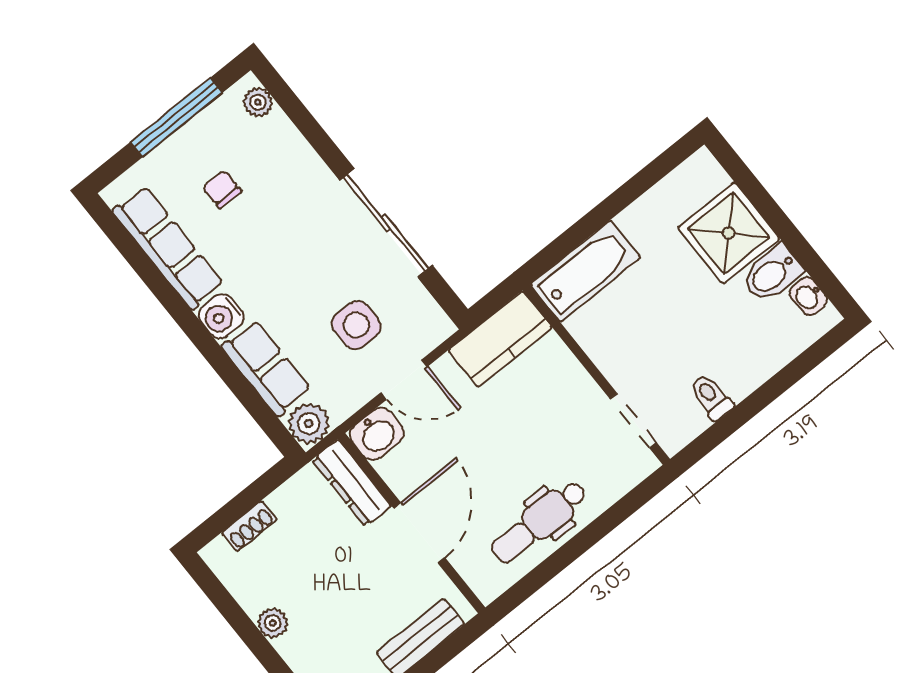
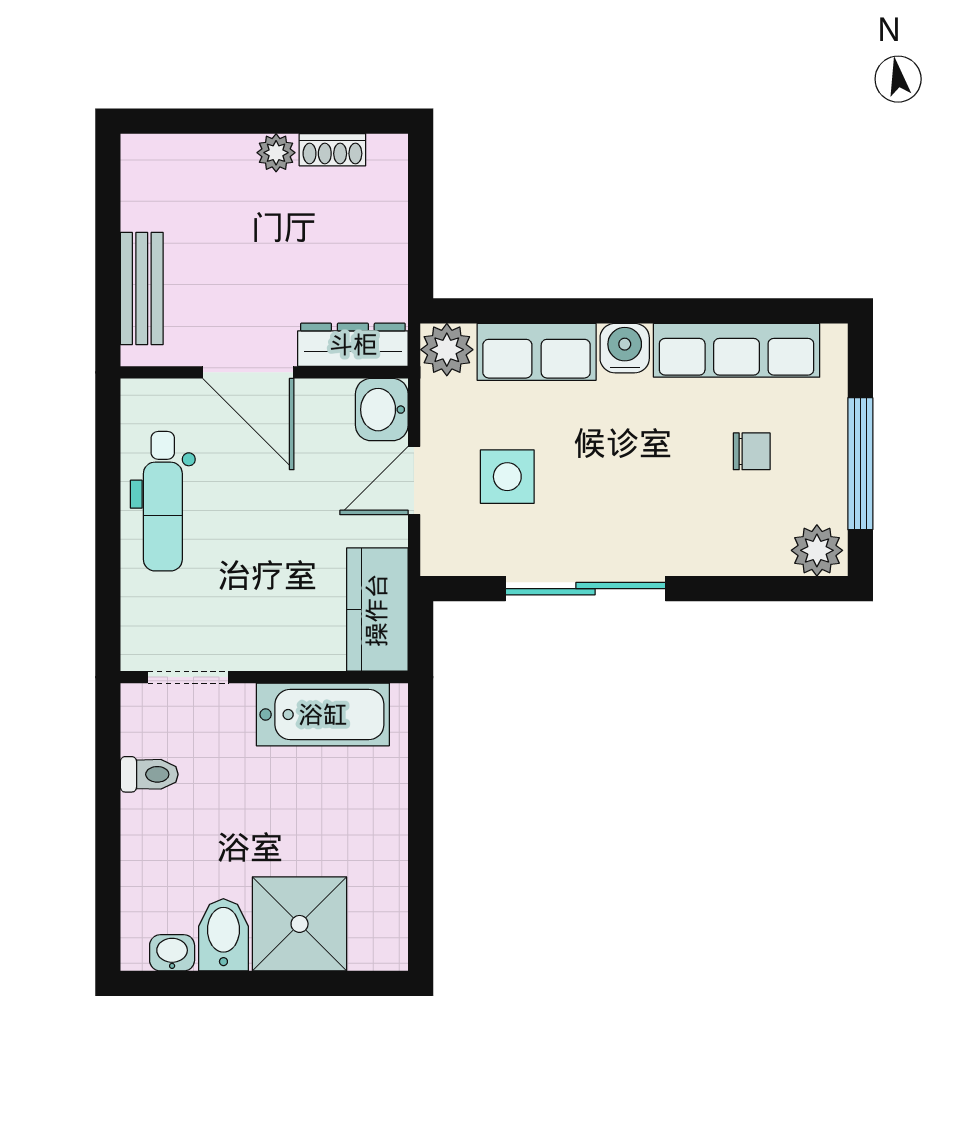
plant: (258, 102) -> (817, 550), width x1.38, depth x1.38
bathtub: (585, 271) -> (323, 715), moved, turned -90
dental chair: (539, 522) -> (163, 501), turned 180
shoe rack: (249, 526) -> (332, 150), moved, turned -90

